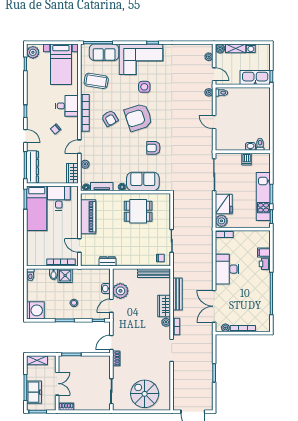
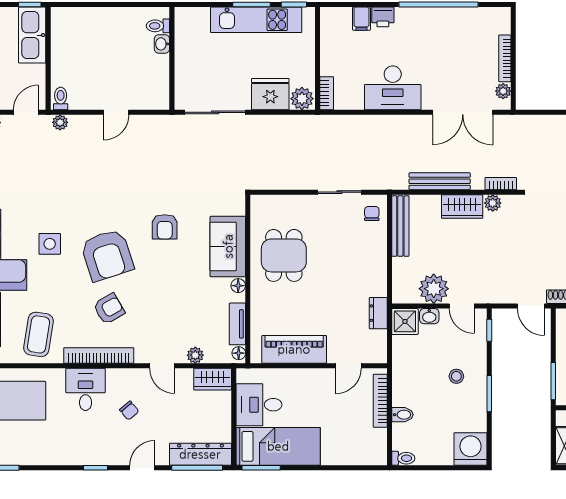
dishwasher: (247, 159) -> (186, 51), removed
shower: (65, 276) -> (405, 321), moved

